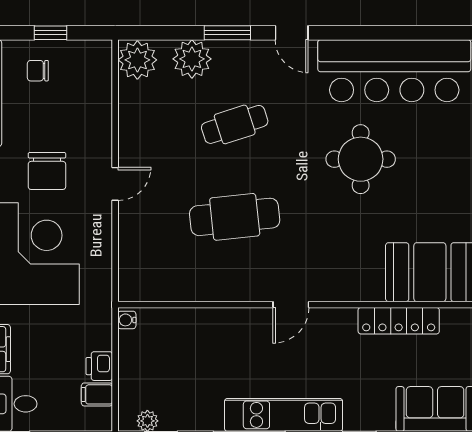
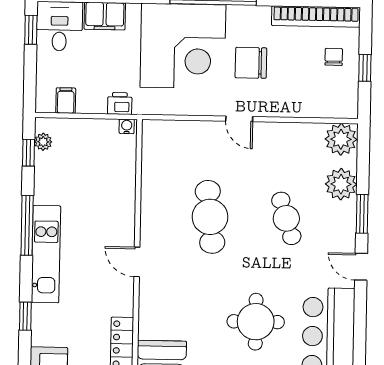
door: (292, 33) -> (361, 267), hinge flipped
printer: (99, 366) -> (120, 103), moved

